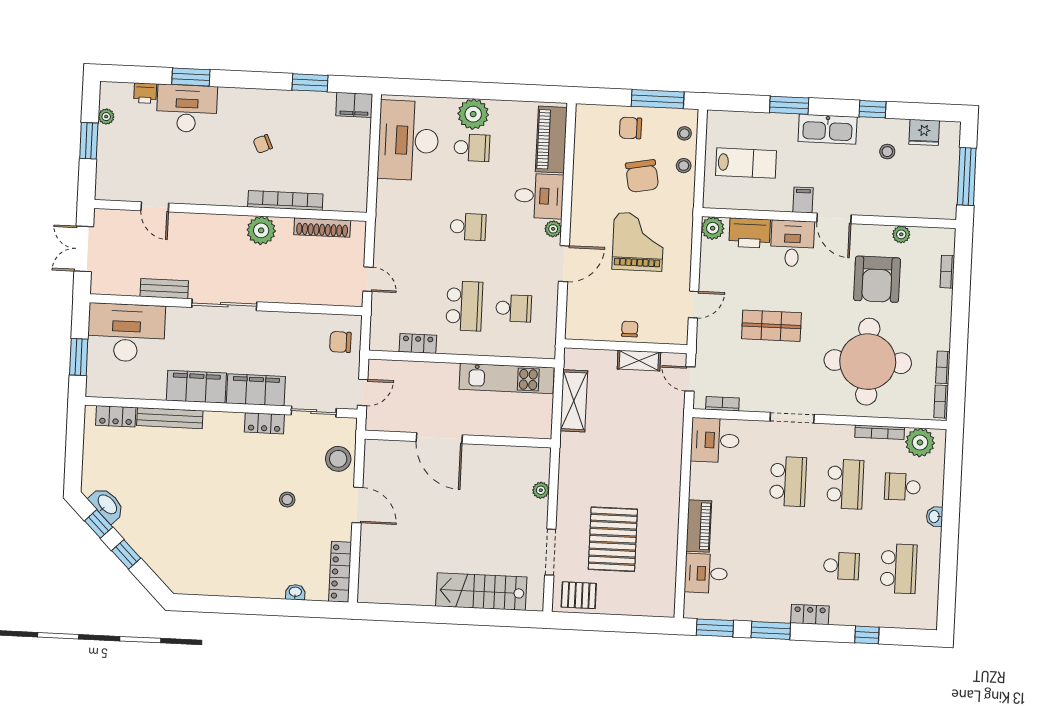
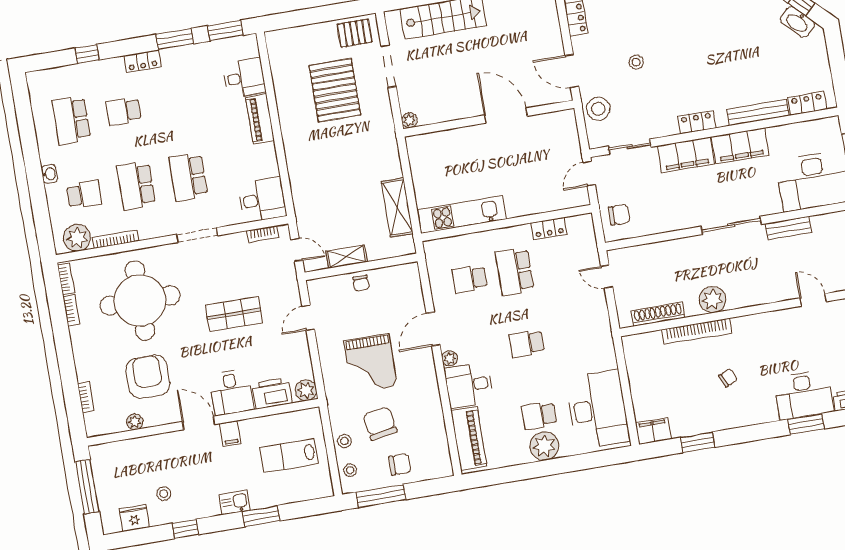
kitchen sink: (828, 129) -> (235, 502), width x0.53, depth x0.81
locker: (264, 423) -> (697, 122), moved
door: (439, 438) -> (506, 116), moved
wall: (458, 439) -> (489, 119), moved

